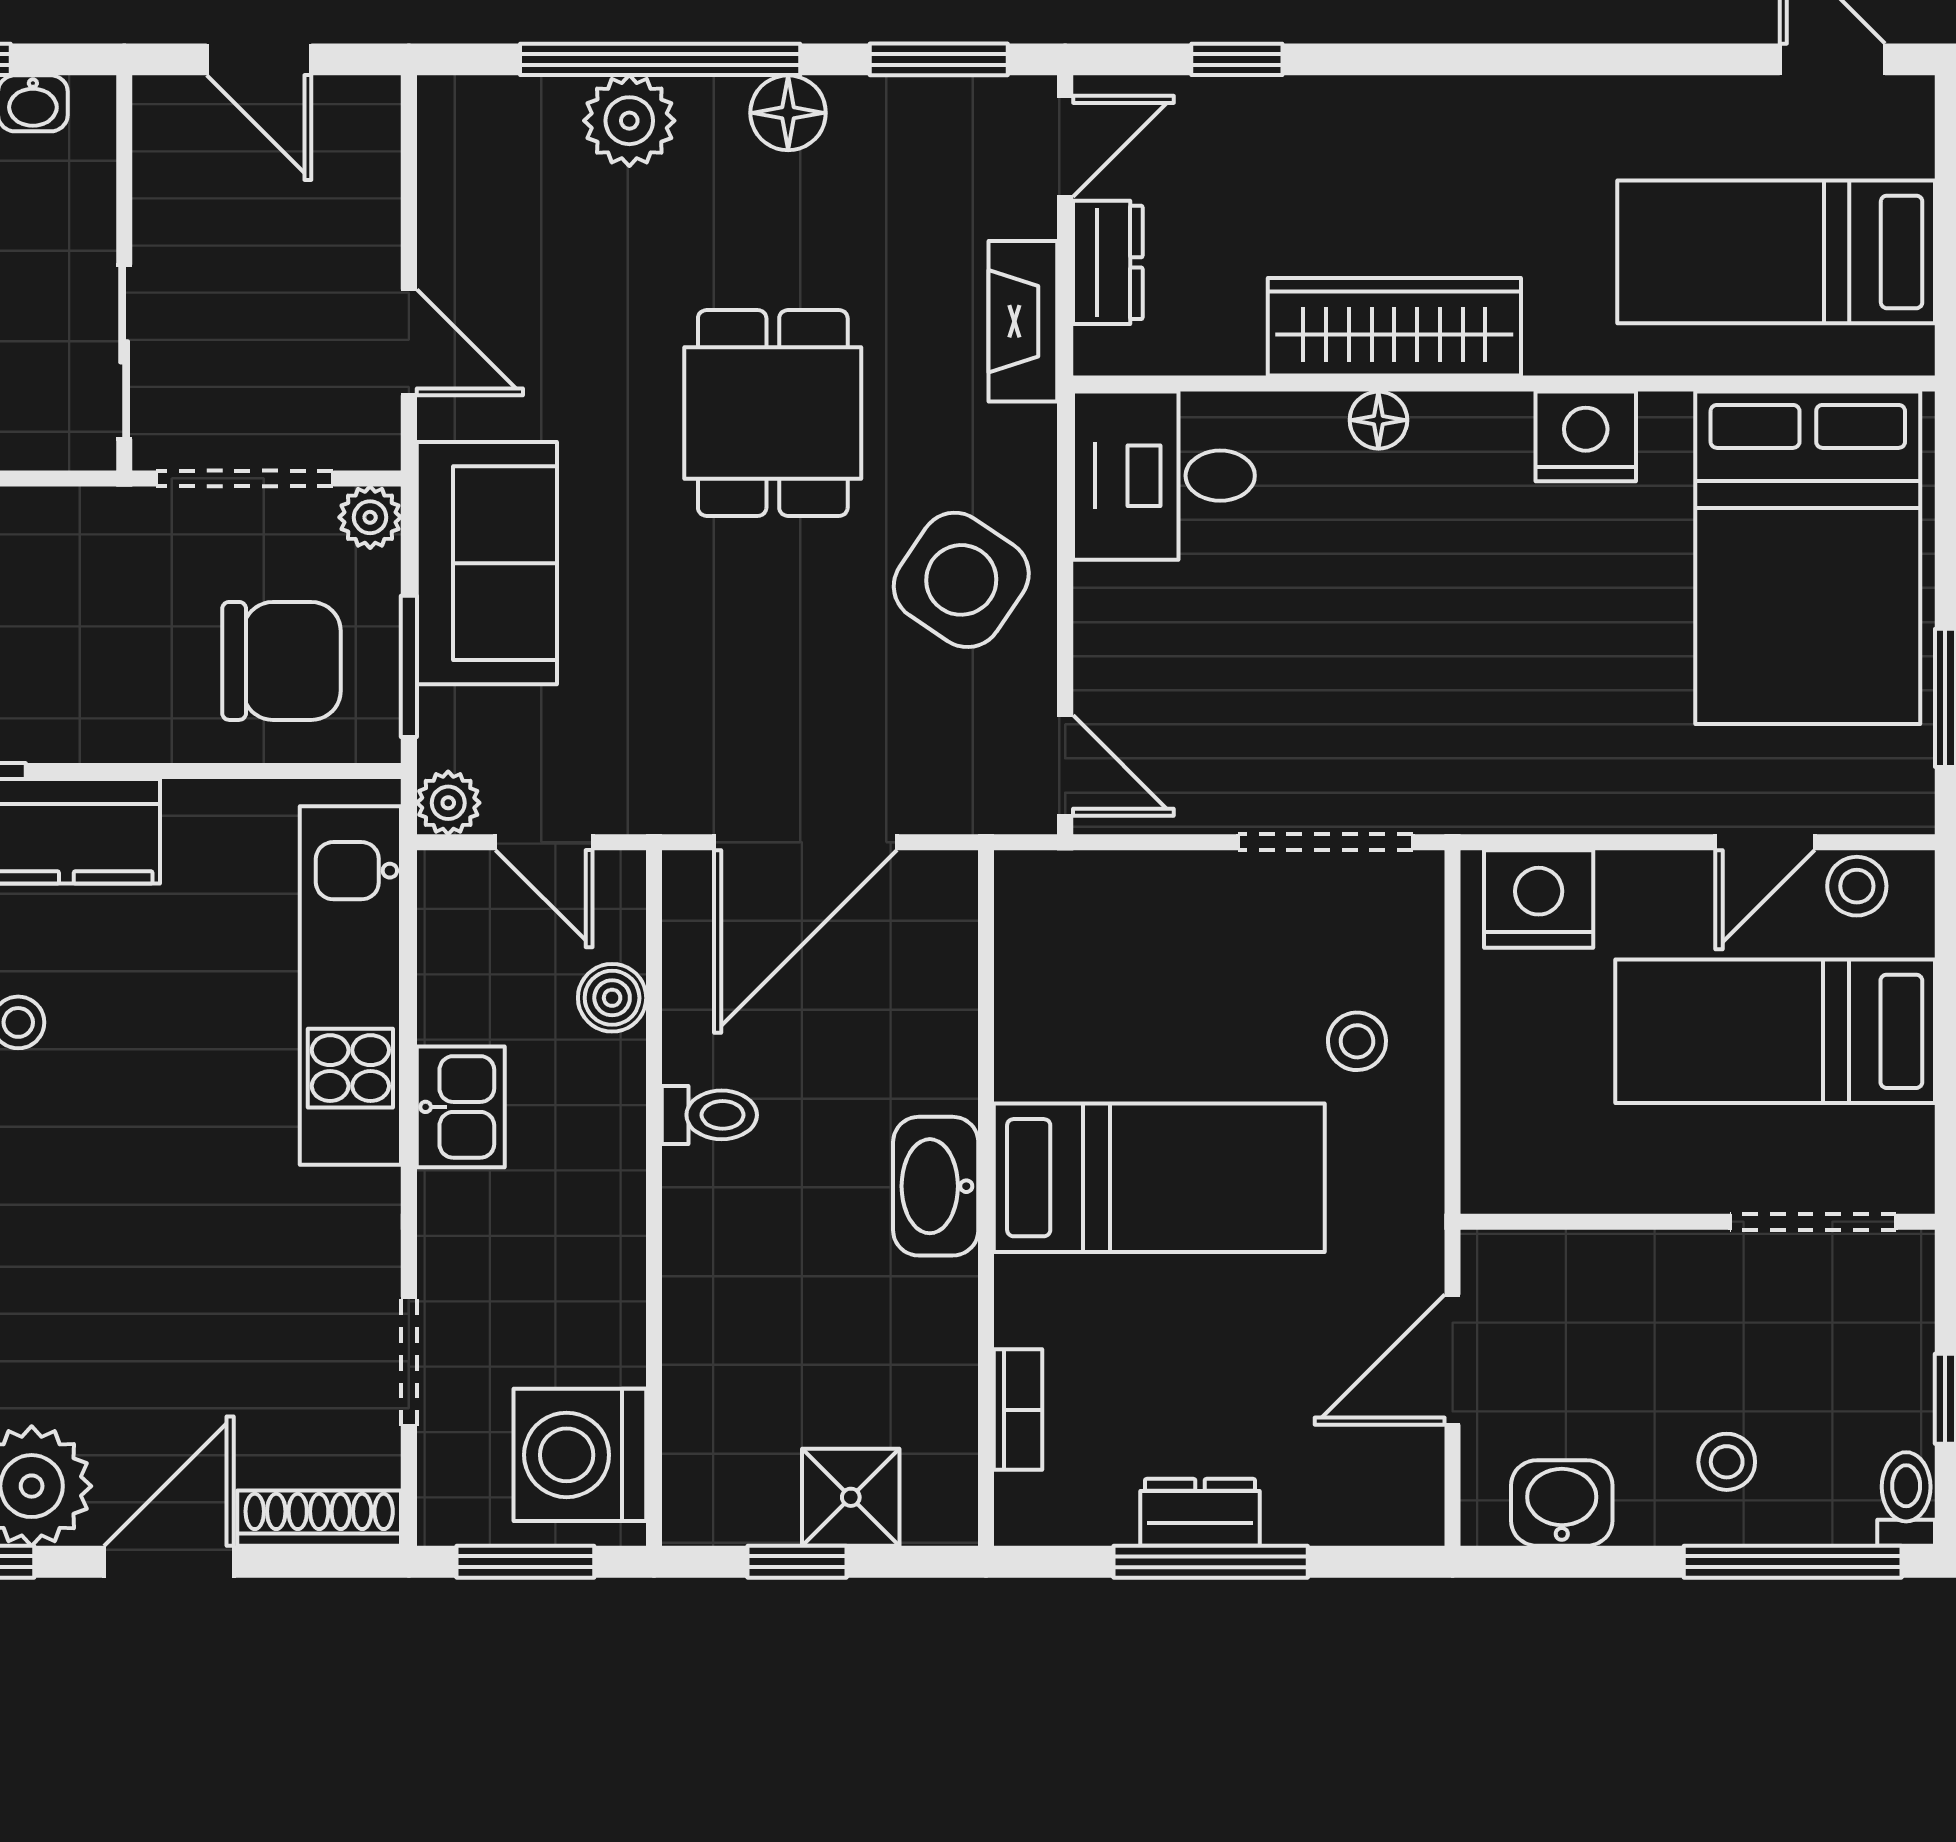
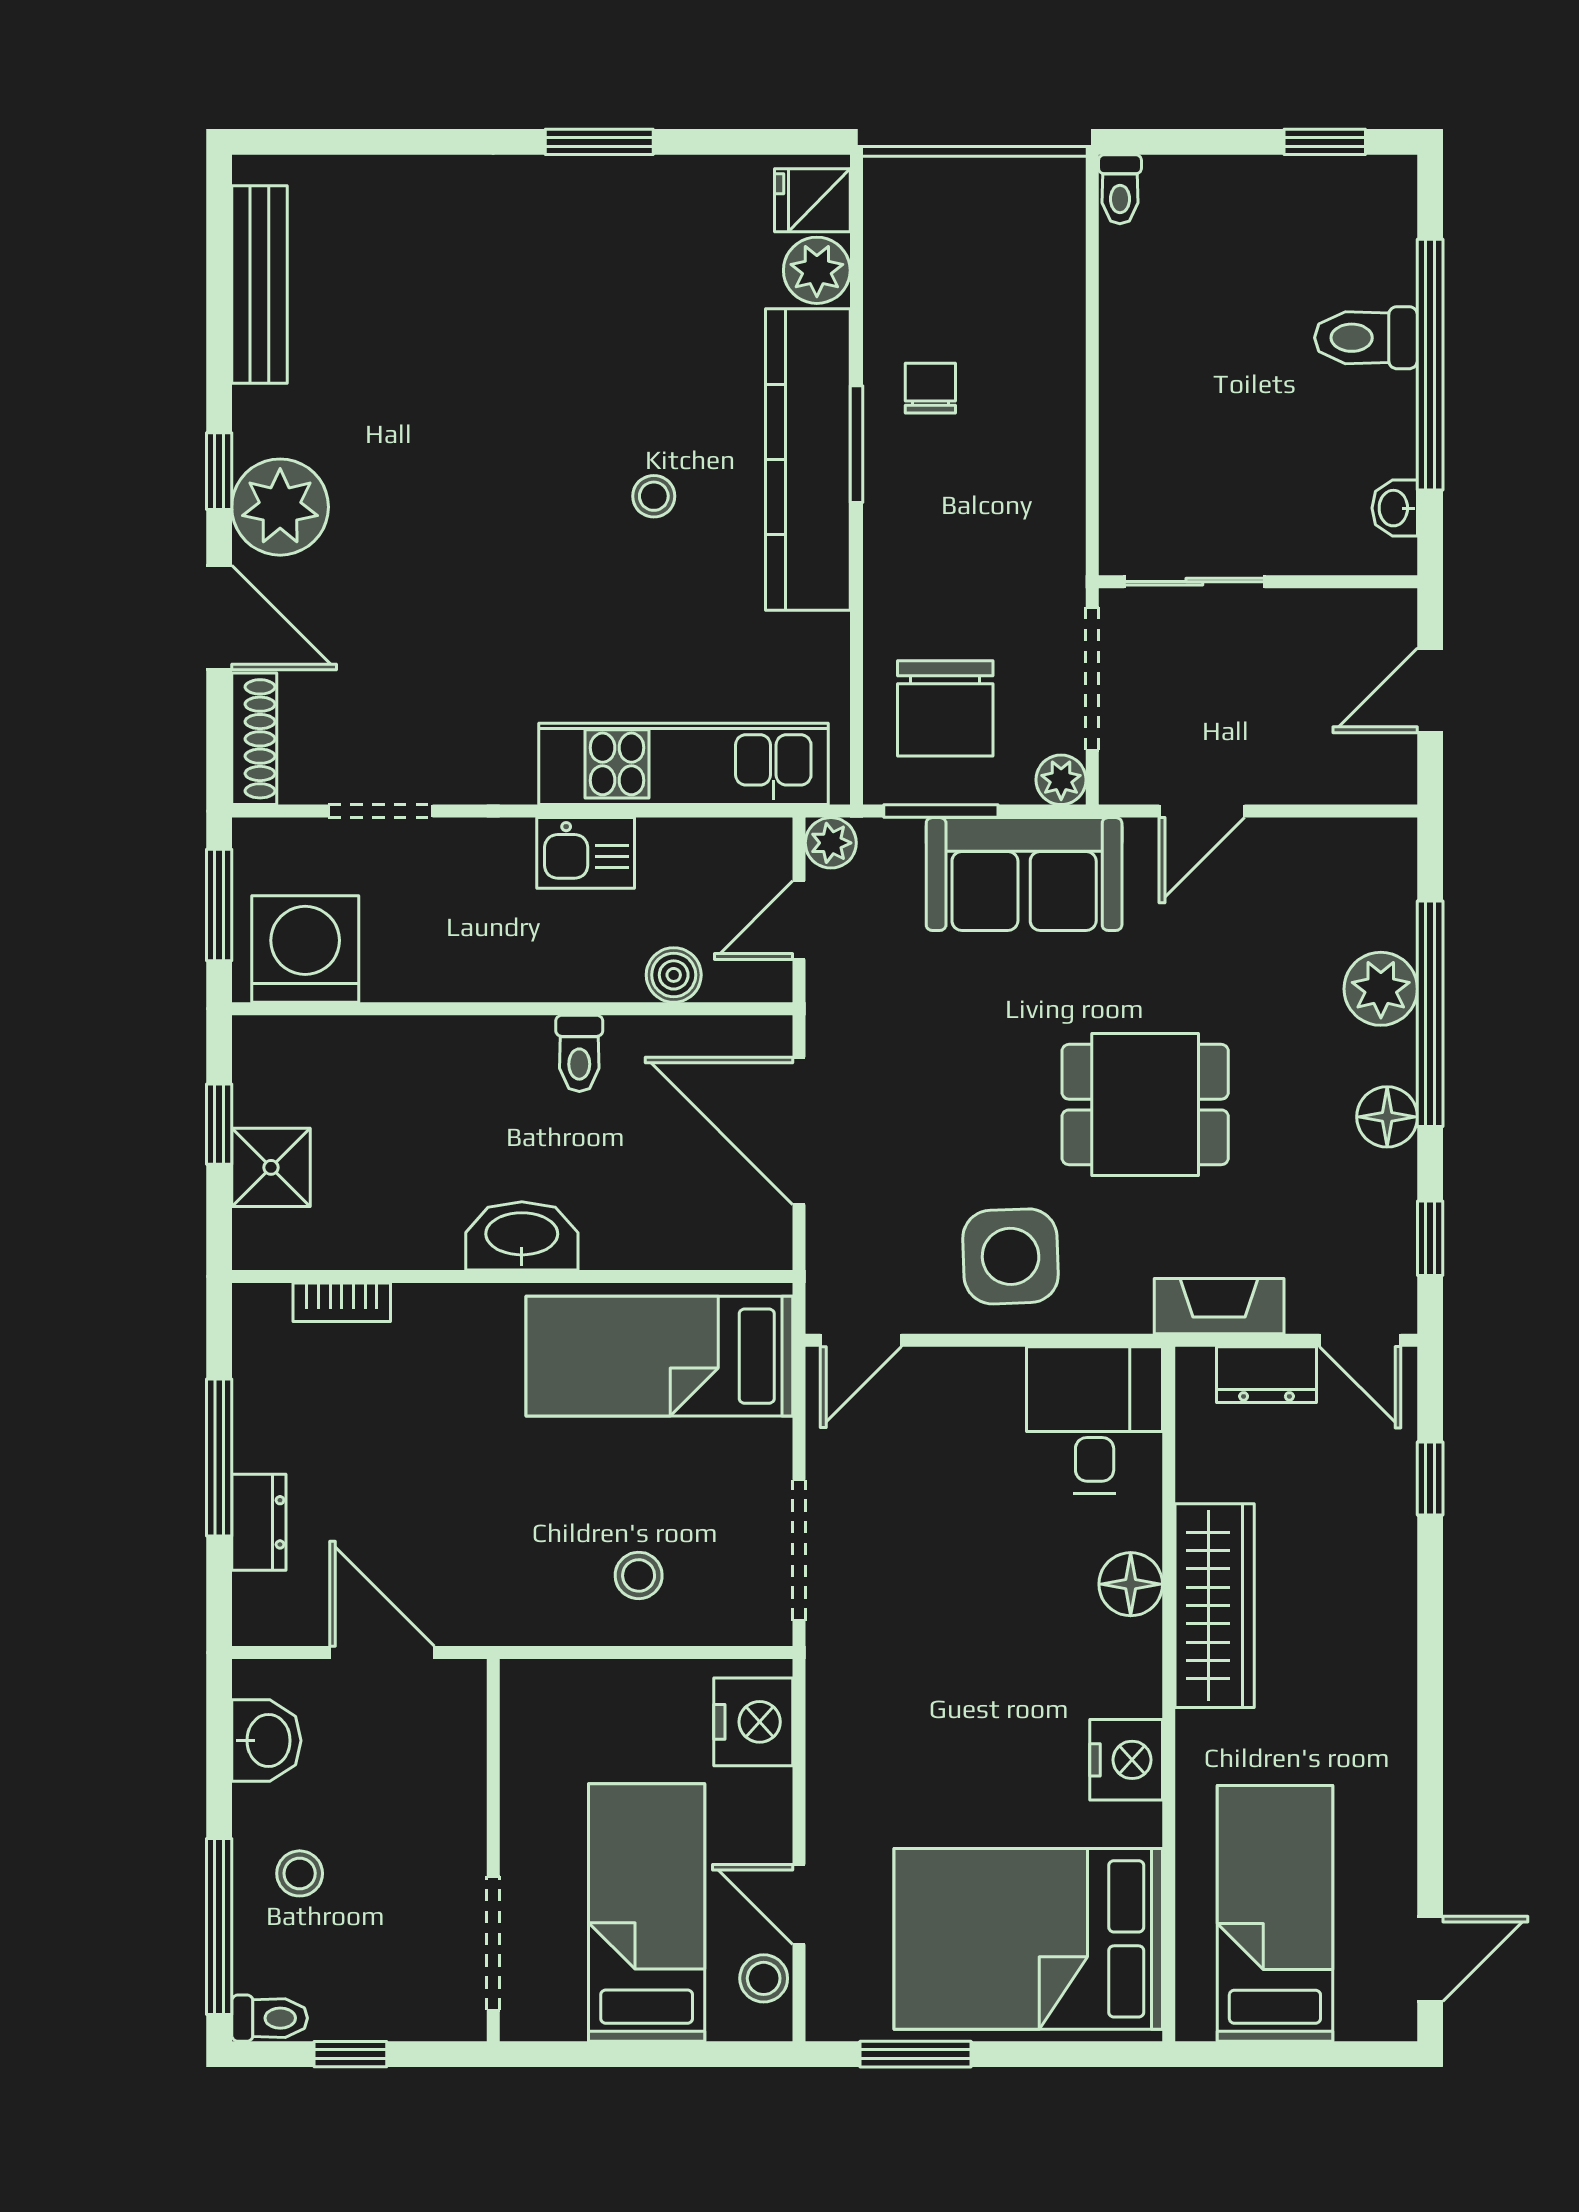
window: (939, 59) -> (1430, 1238), width x0.67
floor lamp: (1378, 420) -> (1131, 1584), width x1.37, depth x1.37
side table: (961, 580) -> (1011, 1256), turned -36
bed: (1159, 1178) -> (659, 1356), moved, turned 90
dresser: (1200, 1512) -> (259, 1522), moved

